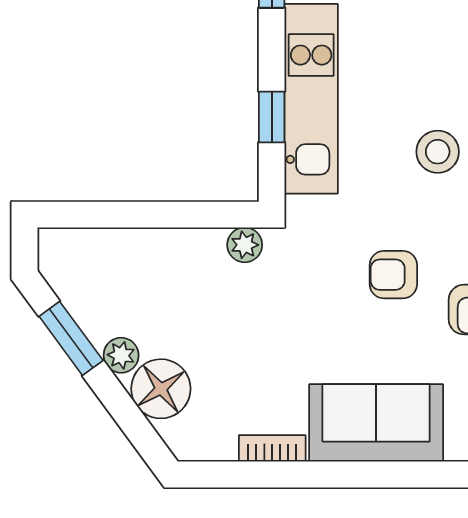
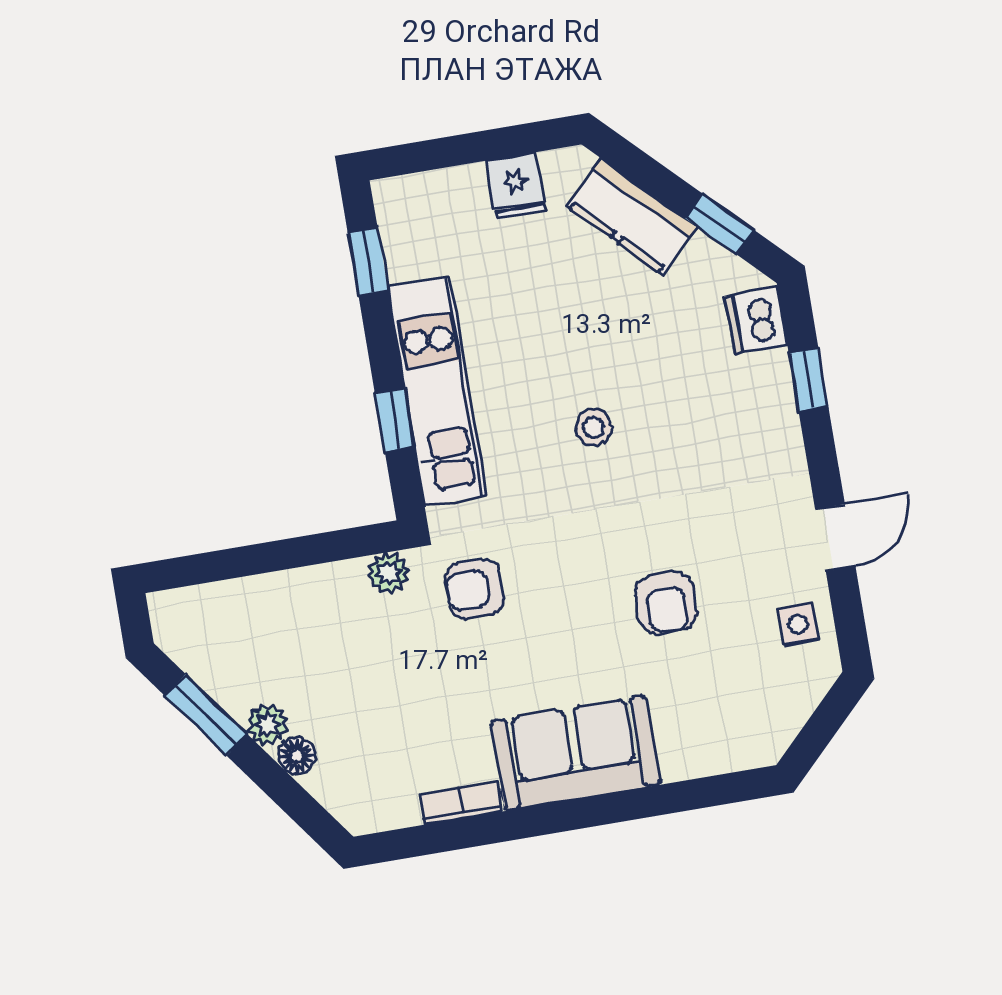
stool: (438, 152) -> (593, 427), width x0.73, depth x0.73
armchair: (393, 275) -> (474, 589), moved
floor lamp: (161, 389) -> (297, 756), width x0.53, depth x0.53

